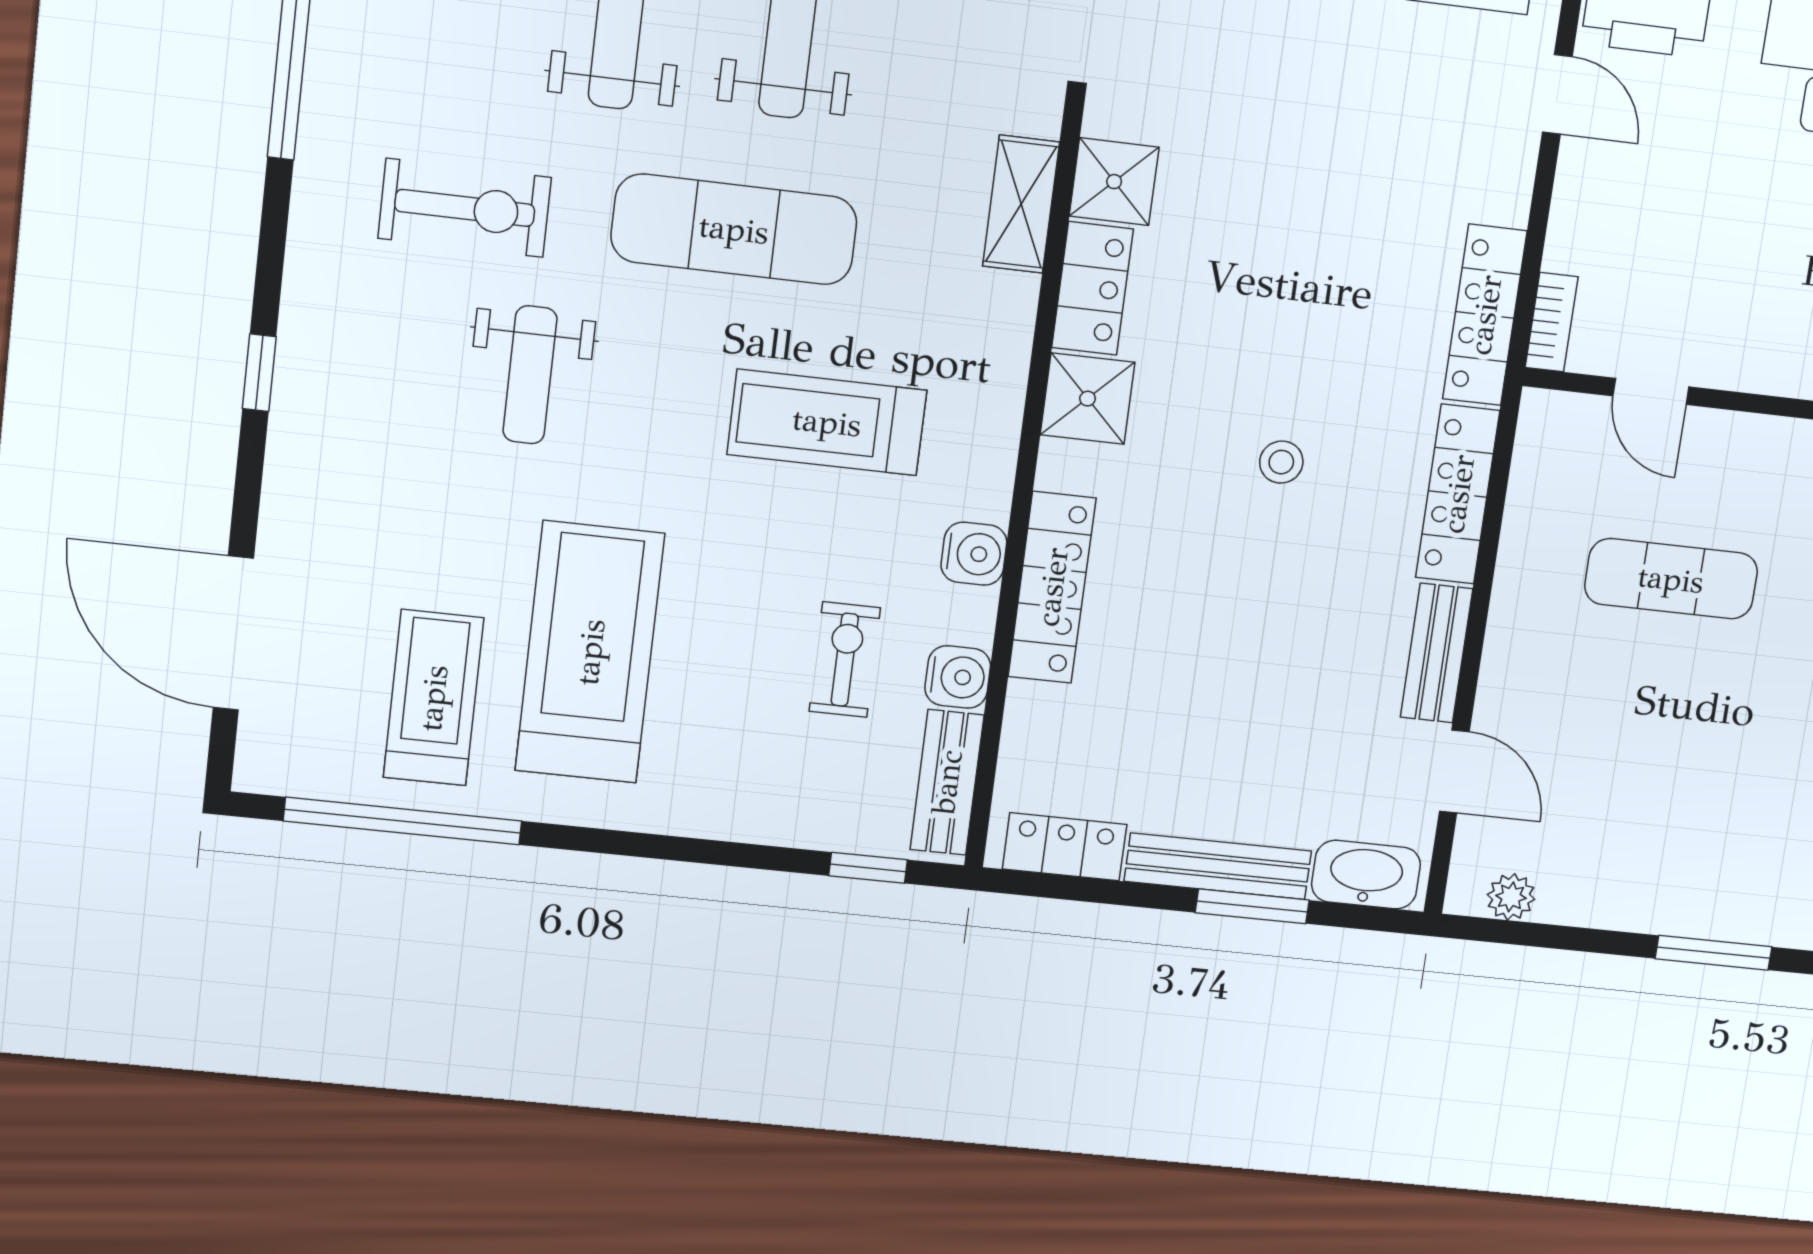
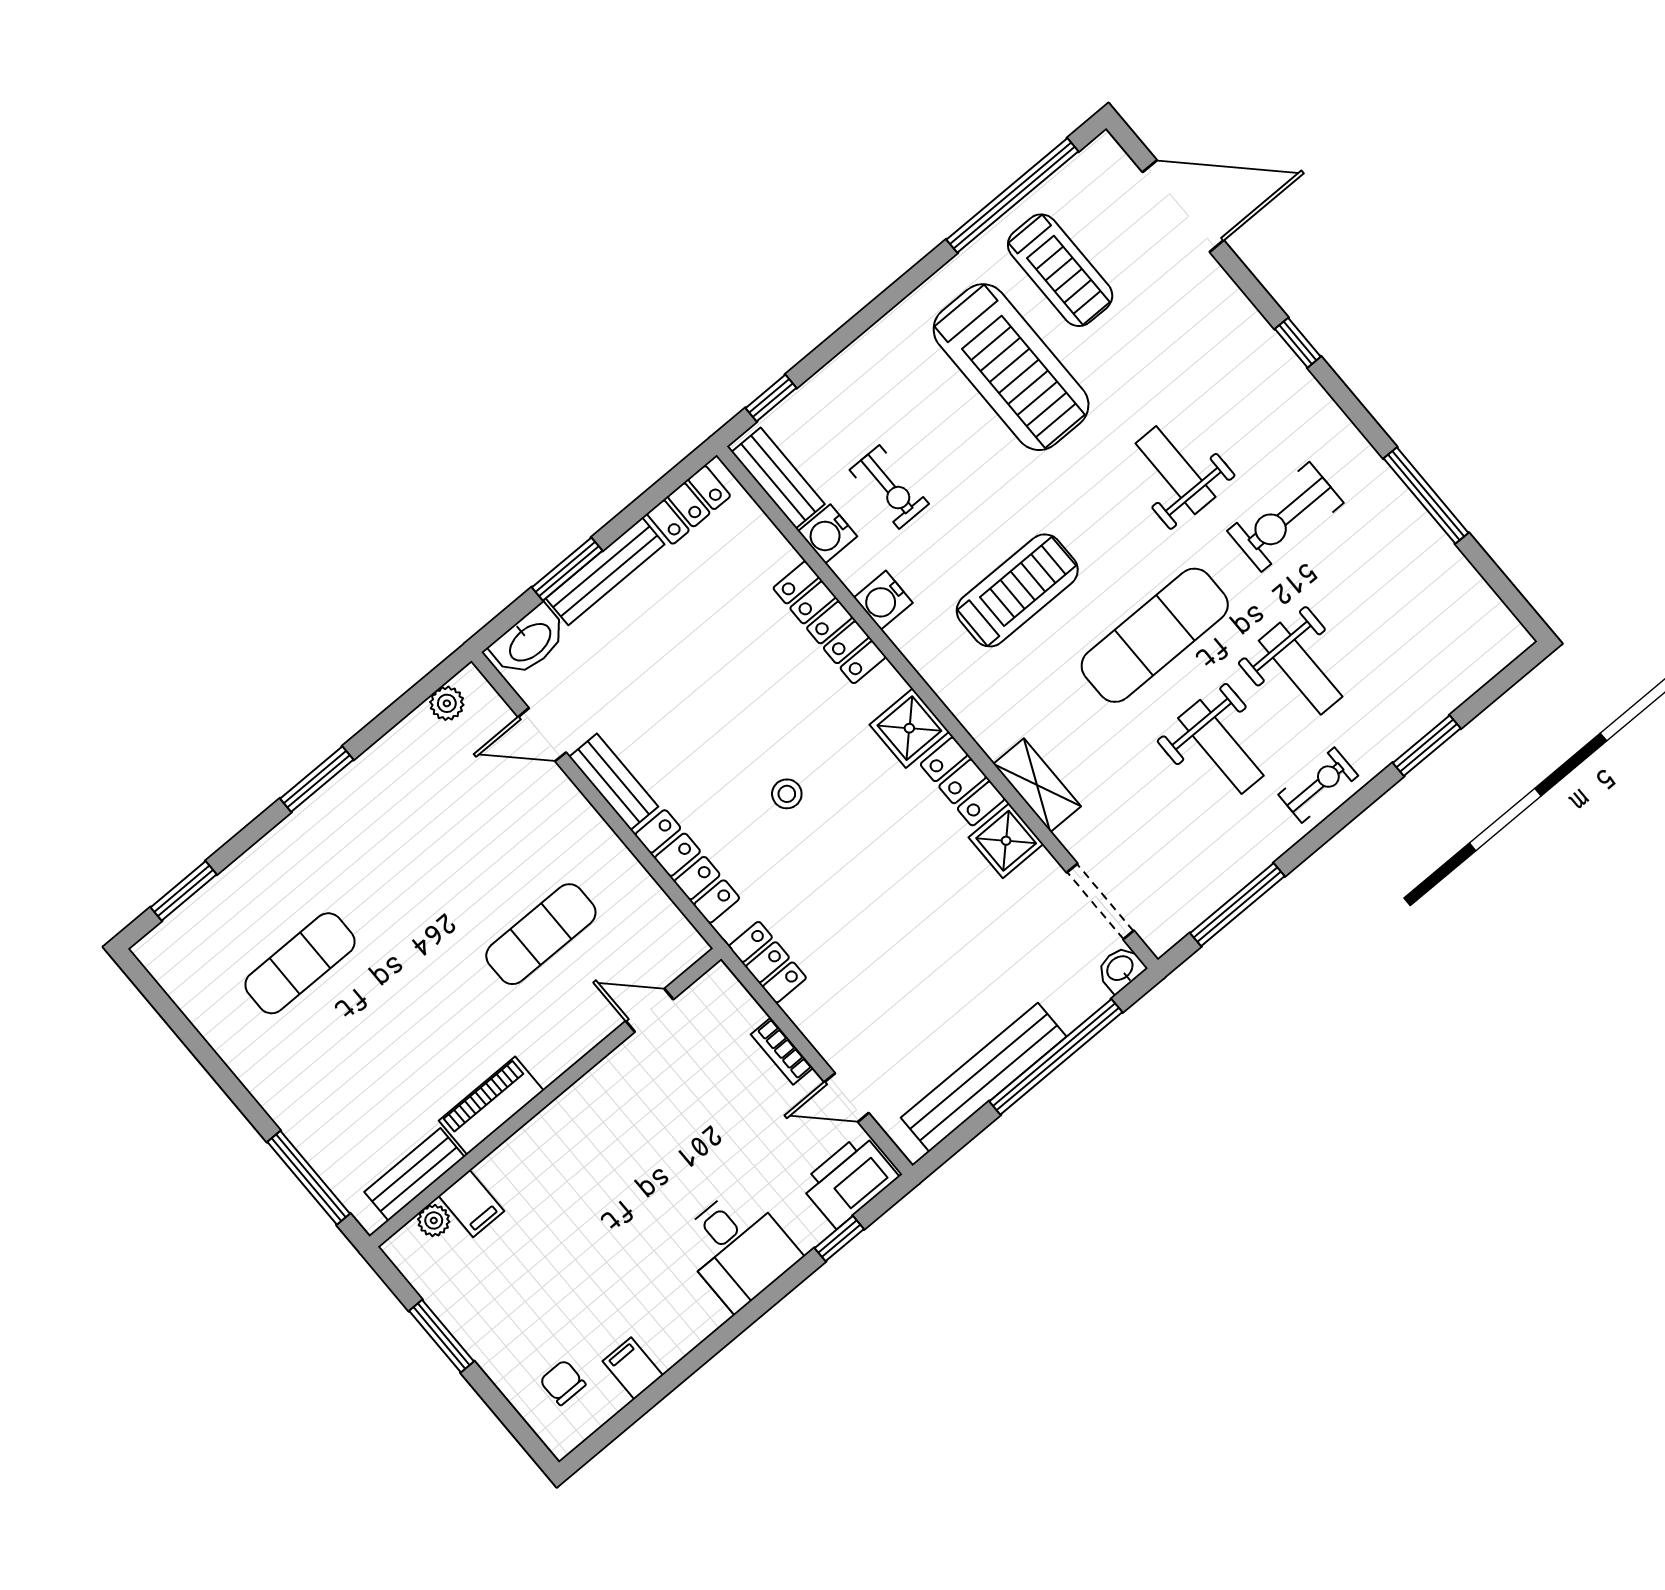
locker: (1485, 315) -> (767, 962), width x0.66
bookcase: (1552, 322) -> (782, 1051), moved

